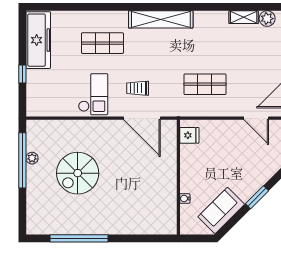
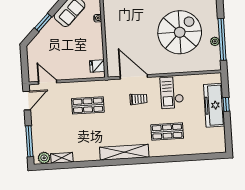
freezer: (38, 40) -> (214, 105), moved
spiral stairs: (78, 173) -> (180, 32), width x1.37, depth x1.37

